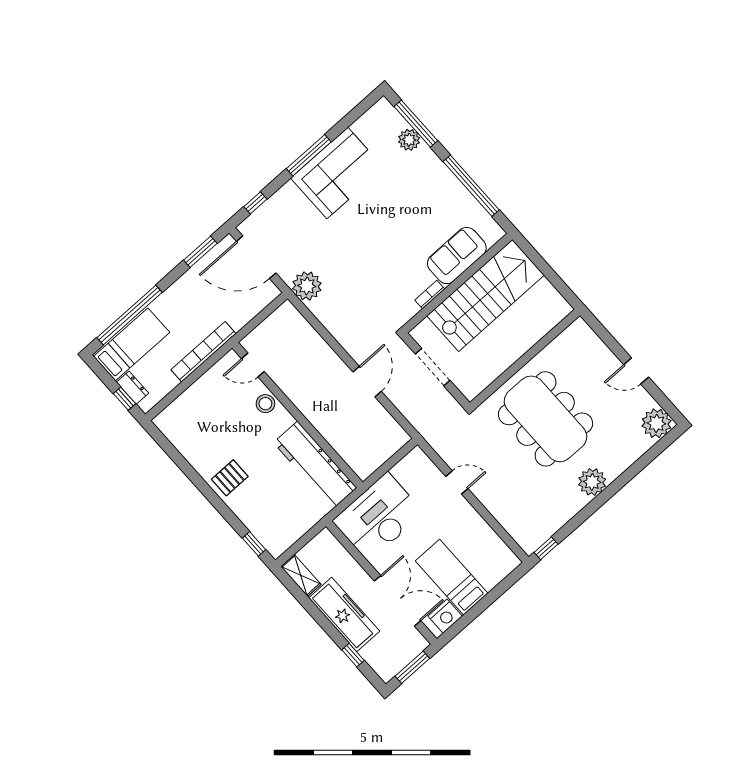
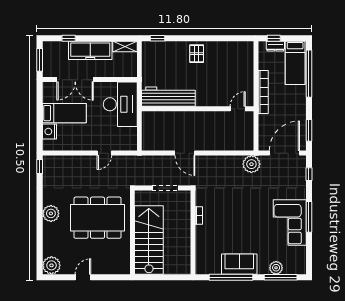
sofa: (457, 256) -> (239, 264), moved, turned -90
stairs: (485, 295) -> (149, 240), moved, turned 180
stool: (265, 404) -> (215, 99), removed
nightstand: (445, 616) -> (49, 131), moved

